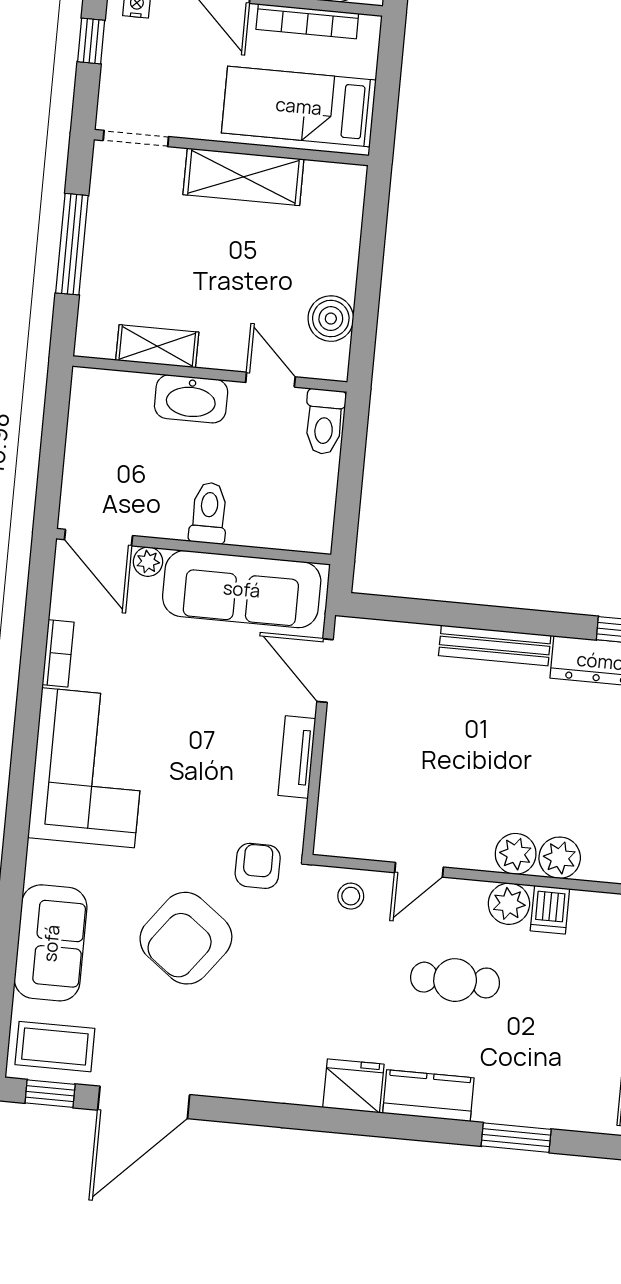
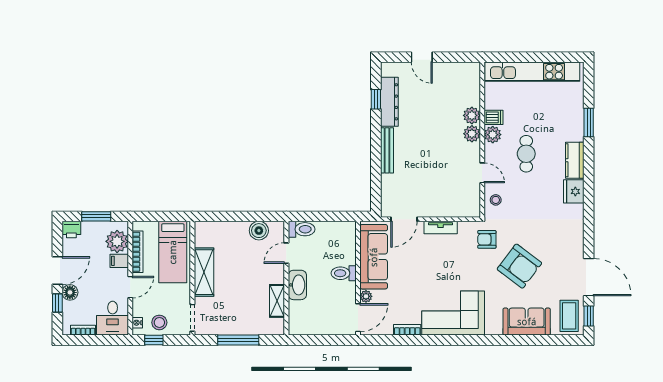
stool: (132, 58) -> (159, 322), added

